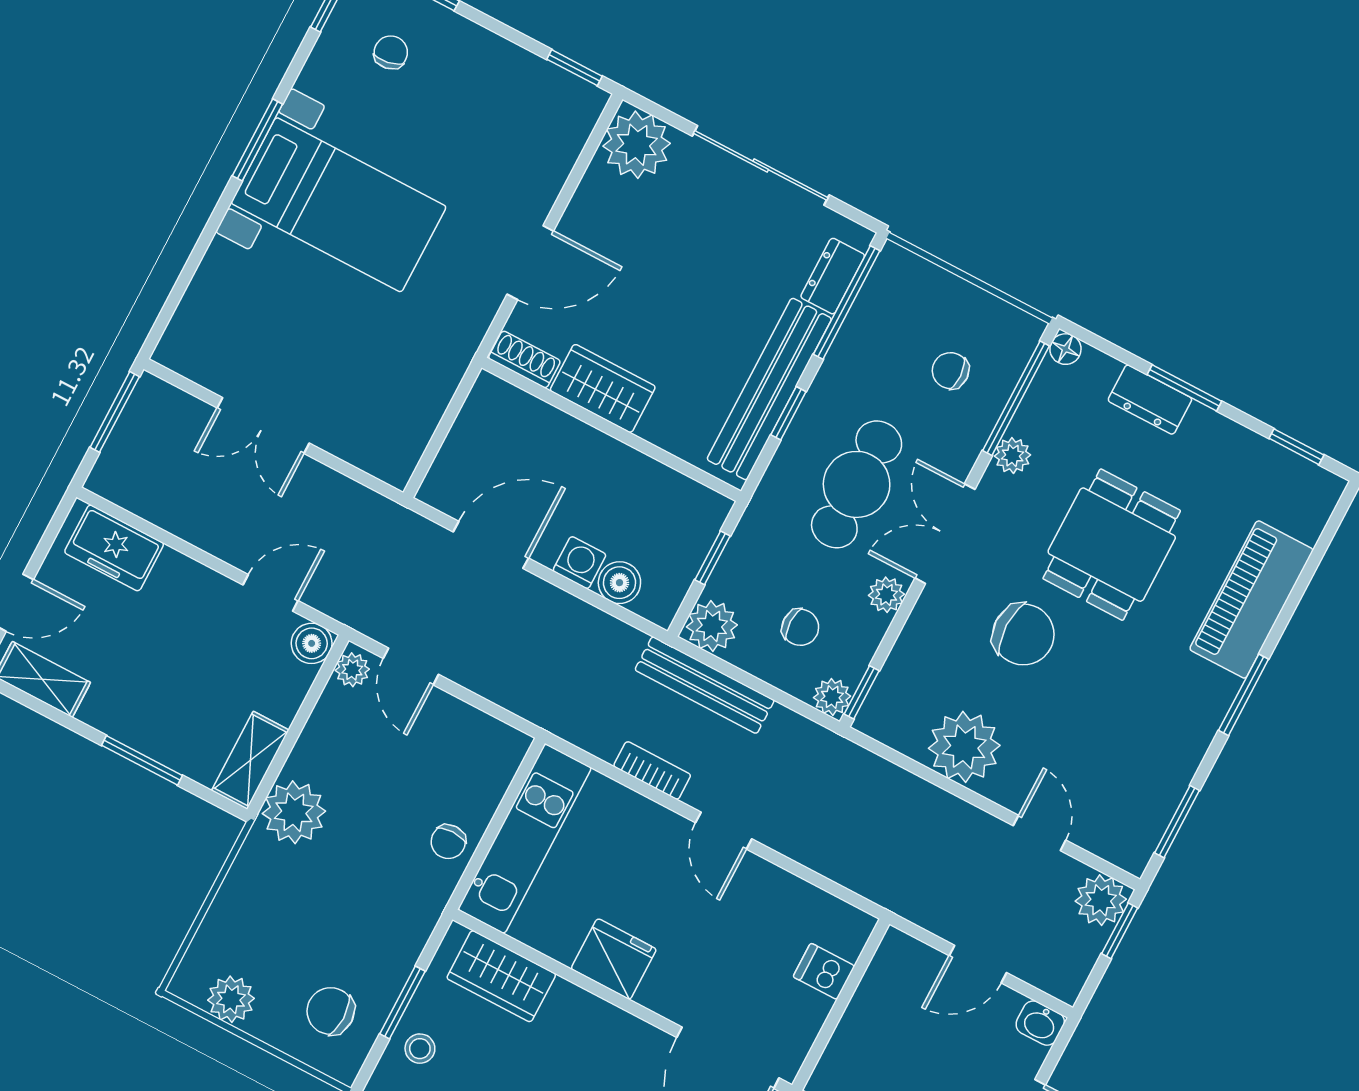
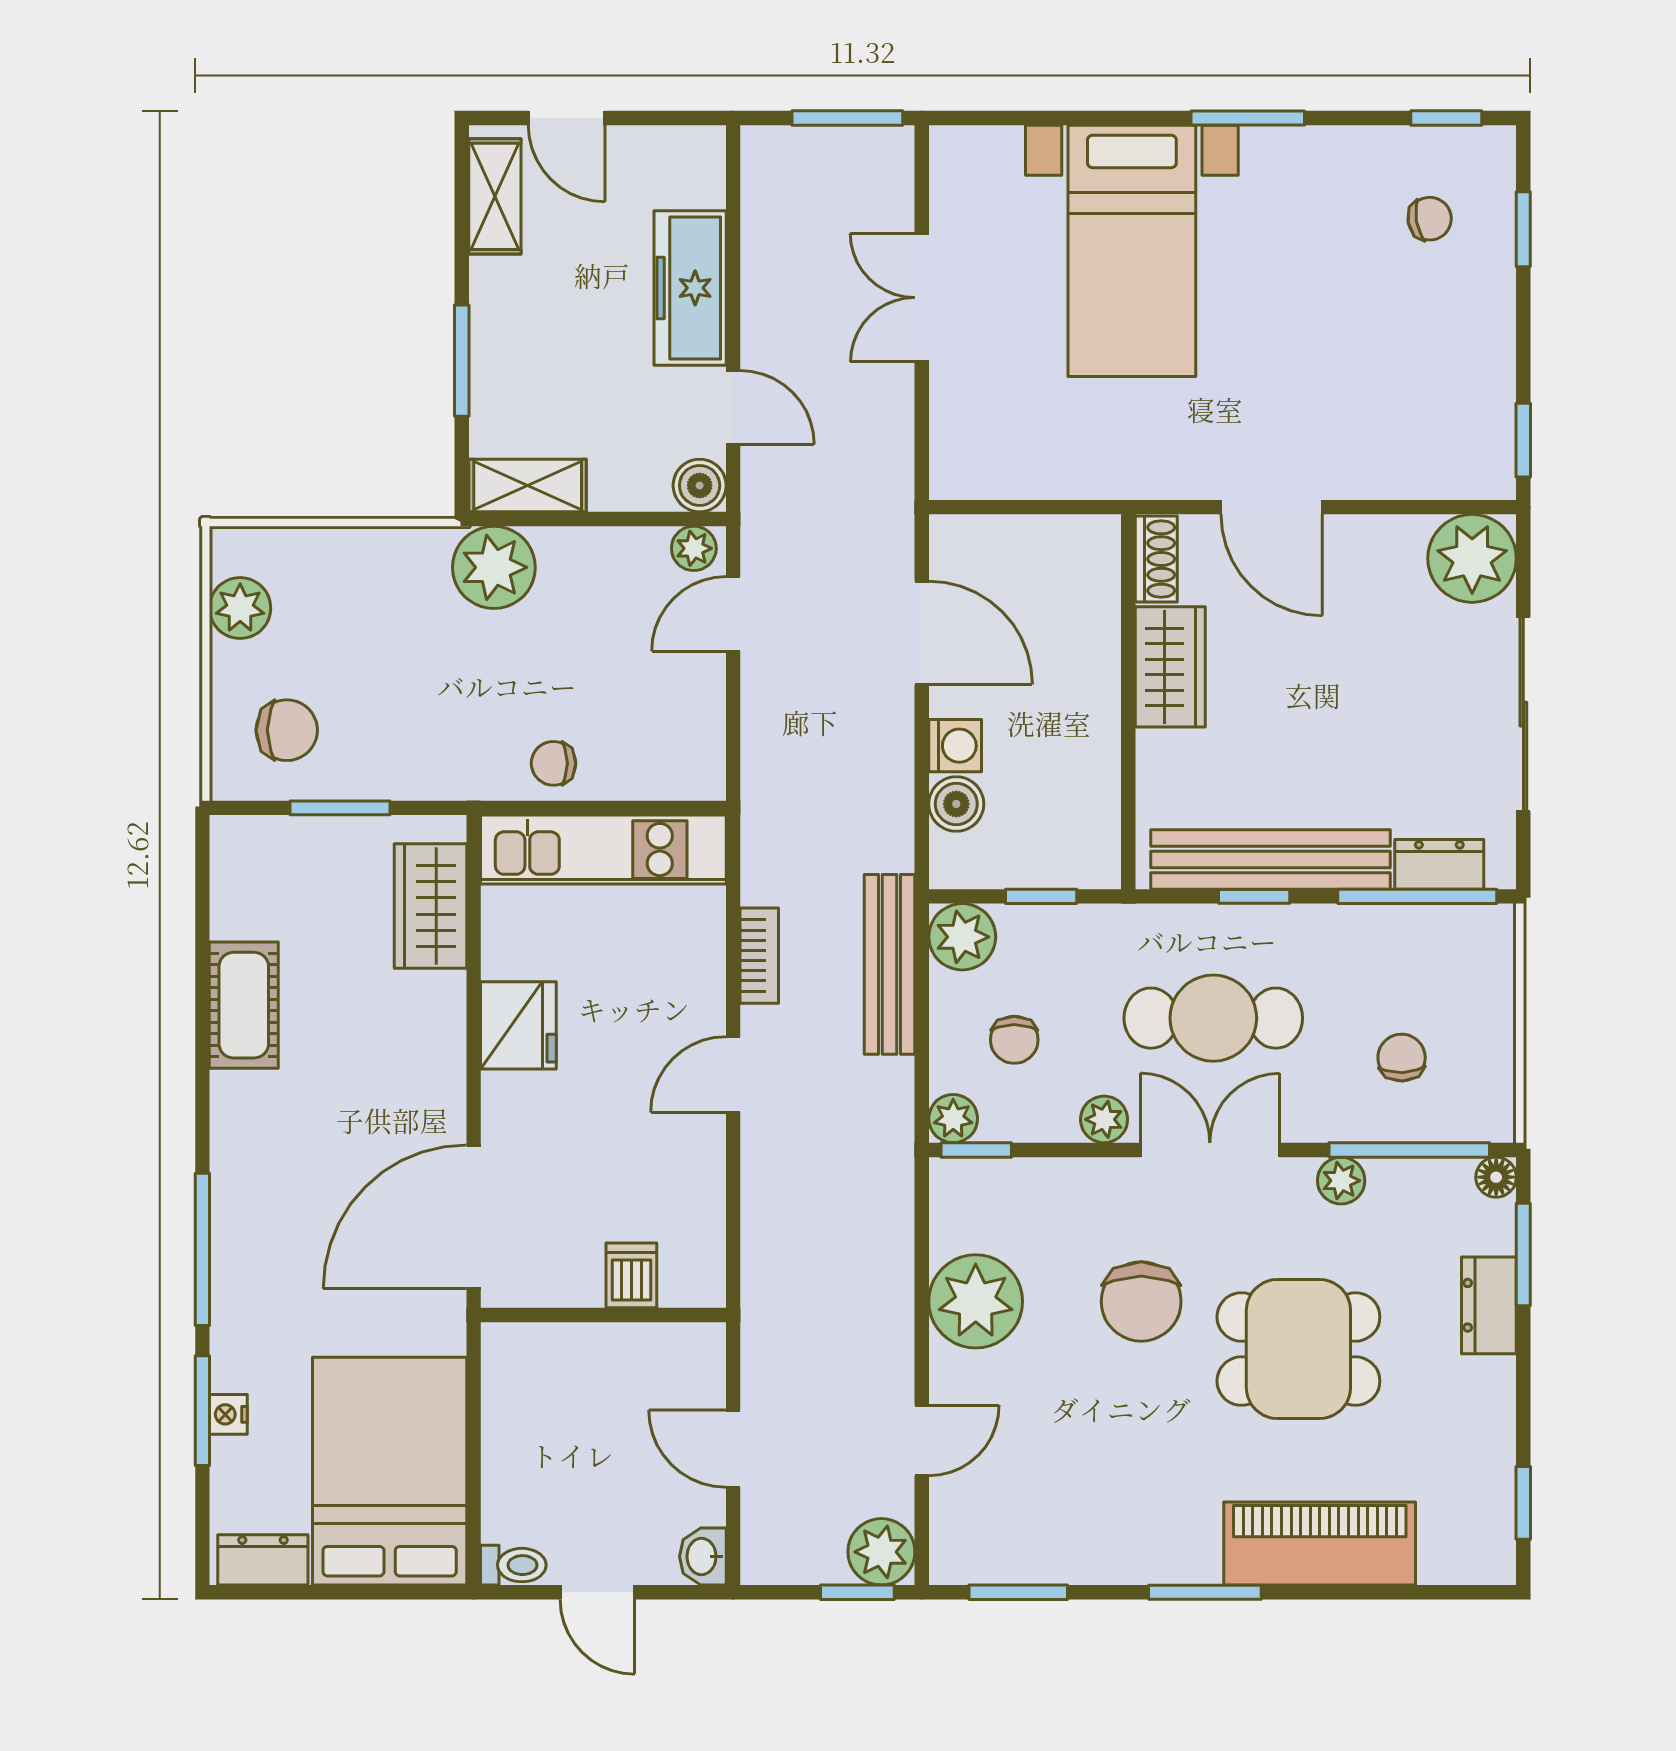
bed with nightstands: (339, 205) -> (1132, 251), moved
window: (1184, 388) -> (1523, 1255), moved
freezer: (114, 548) -> (690, 288), moved, width x1.40
chair: (331, 1011) -> (287, 730), turned 90
stool: (420, 1049) -> (298, 856), removed

